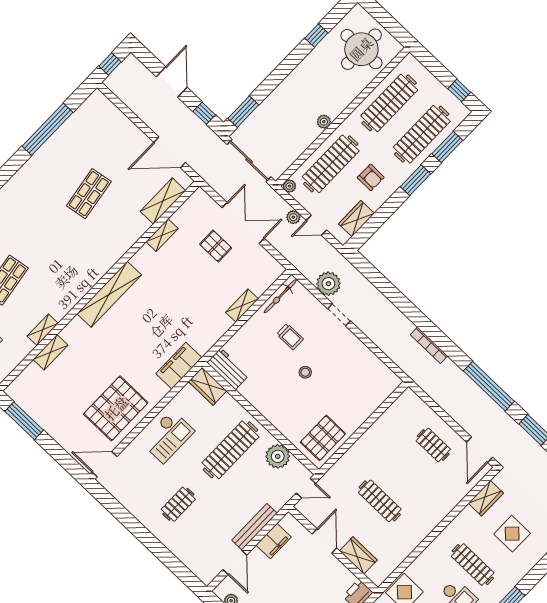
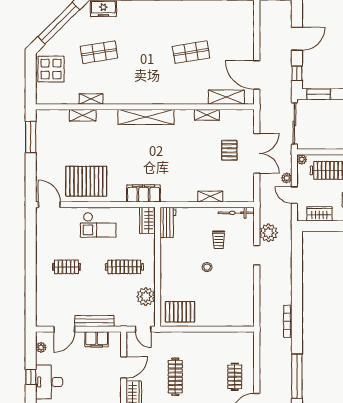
clothes rail: (231, 450) -> (124, 267), width x0.73, depth x0.76

